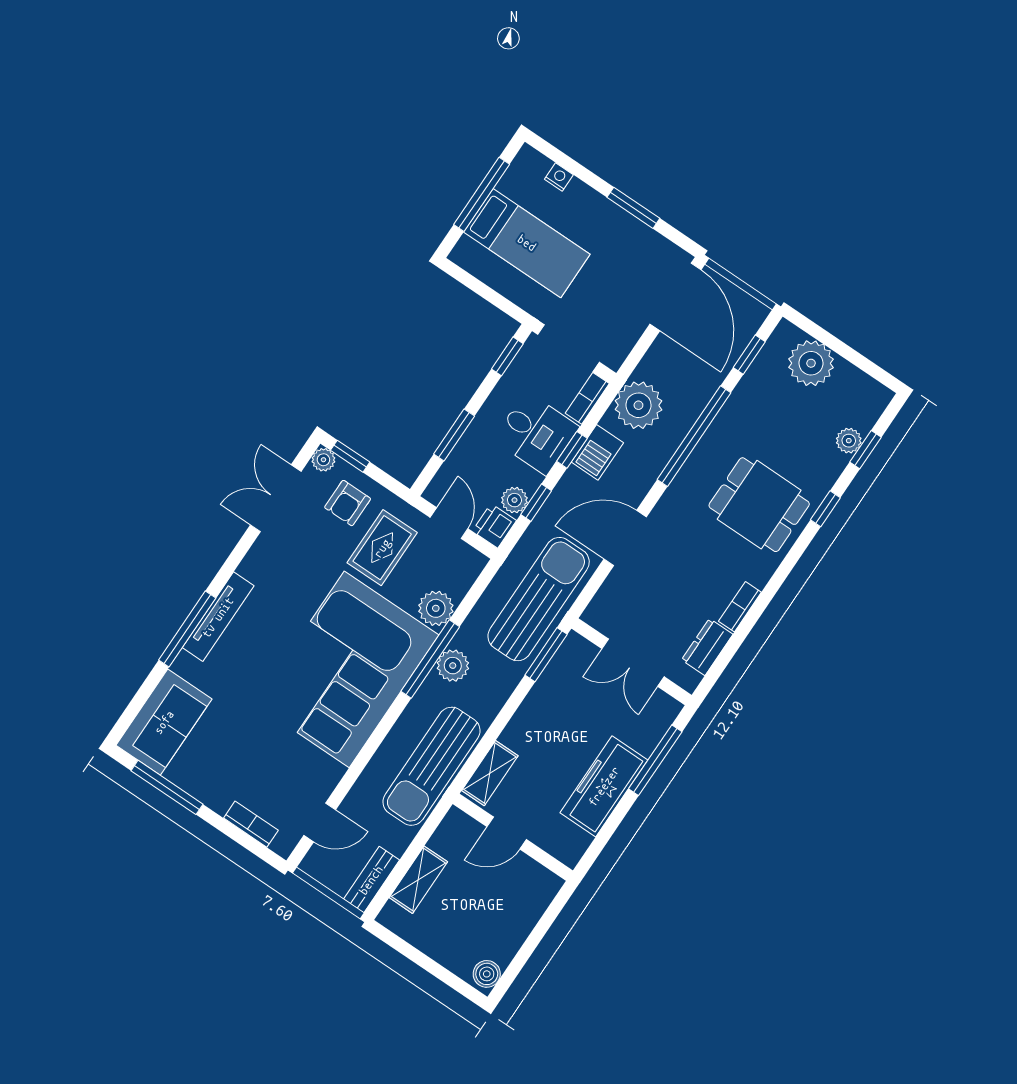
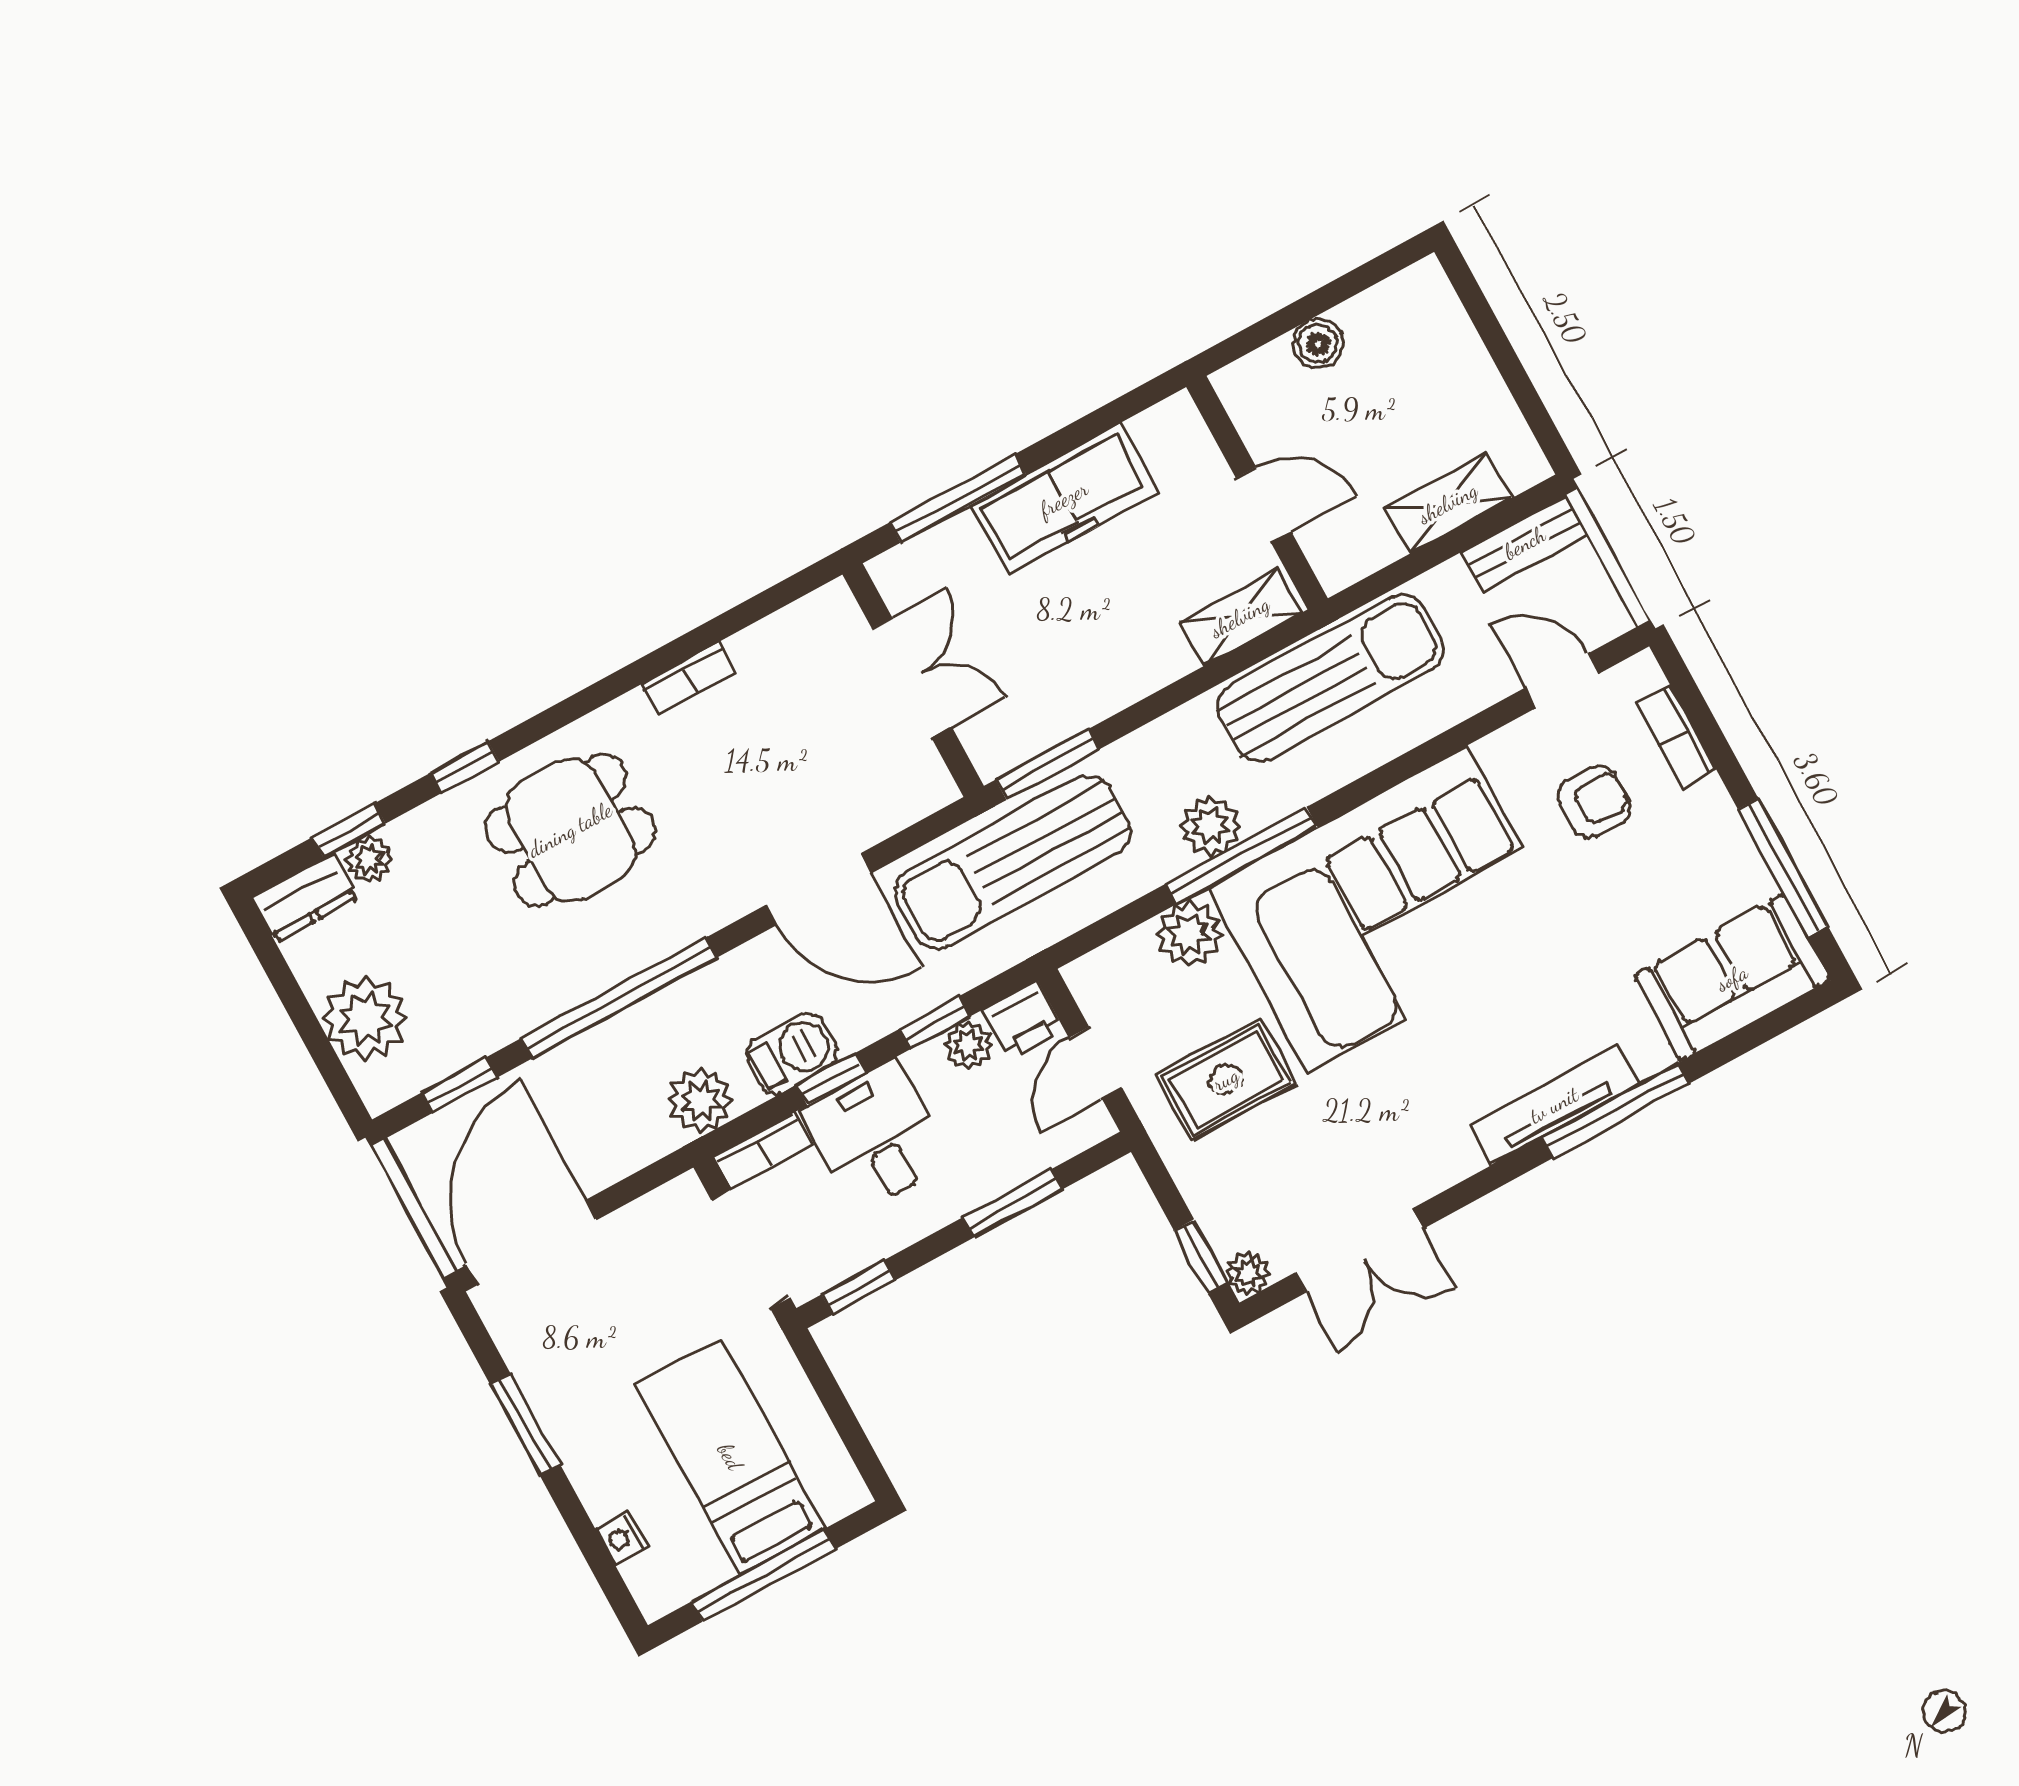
plant: (638, 405) -> (700, 1101), width x0.73, depth x0.73
armchair: (348, 503) -> (1594, 802), moved
dining table: (759, 505) -> (570, 830), turned 90
dresser: (707, 647) -> (305, 898), moved
boiler: (487, 974) -> (1318, 343), moved

